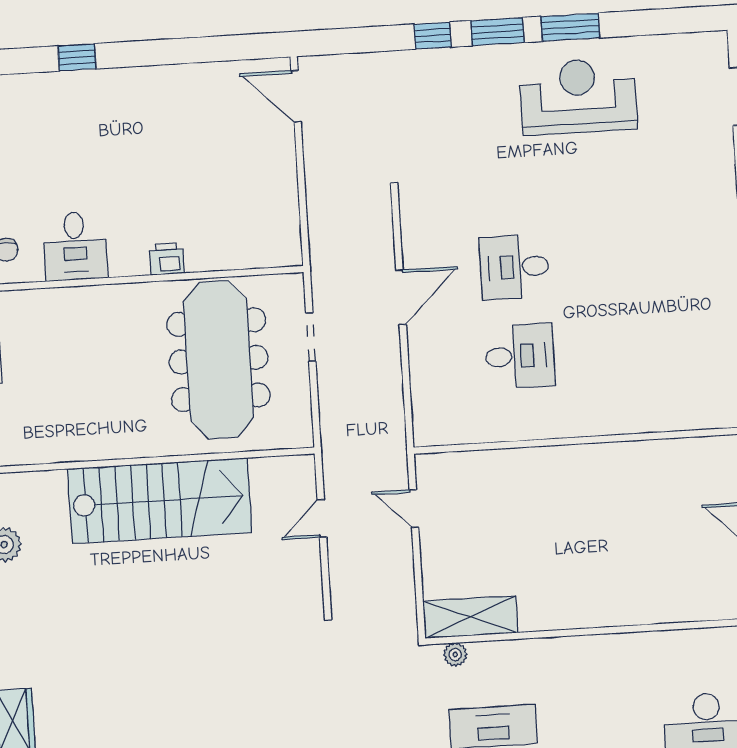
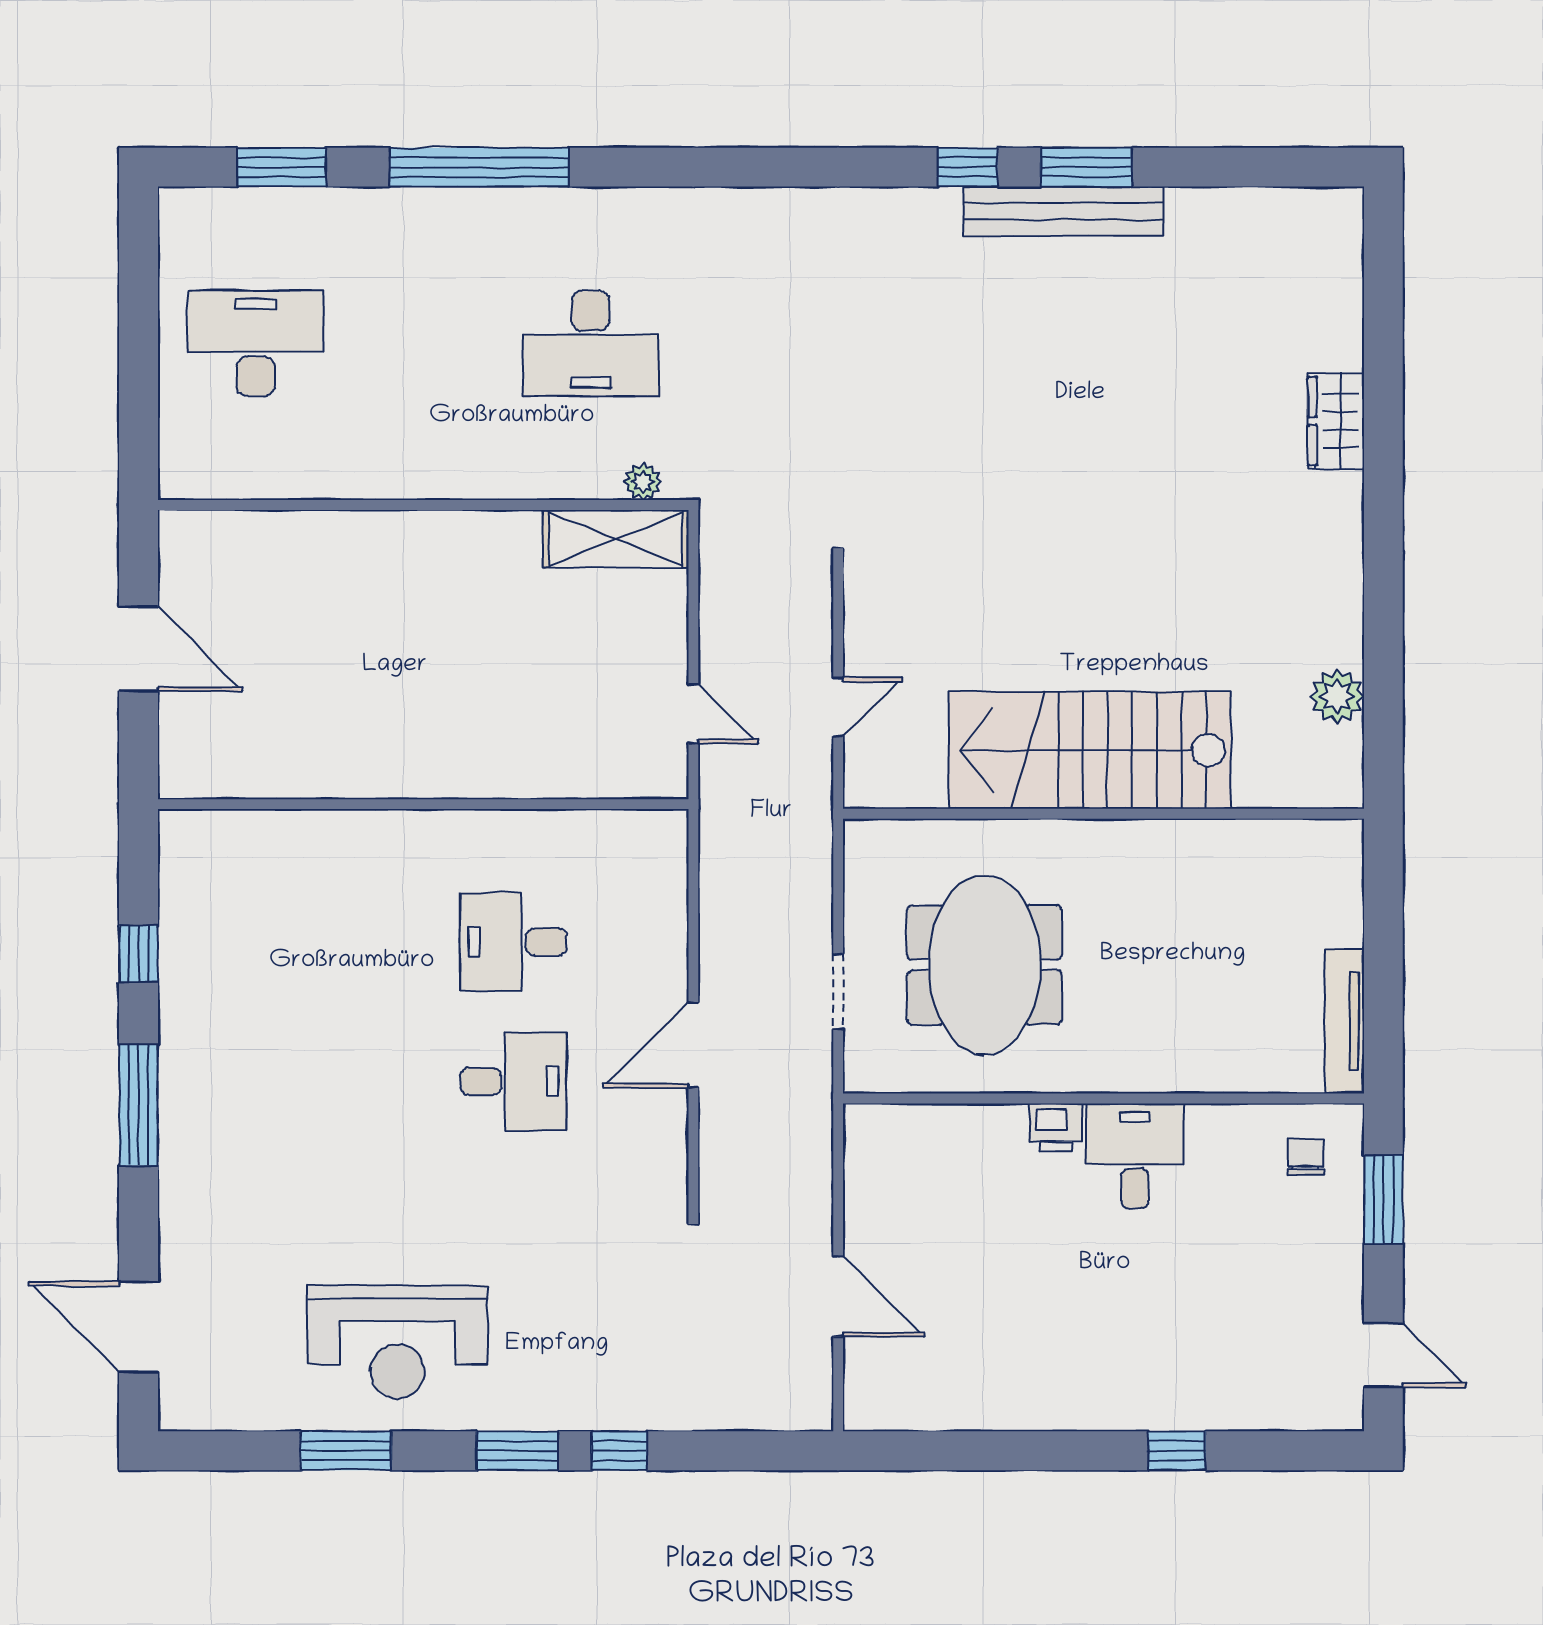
window: (570, 27) -> (346, 1451), moved
door: (296, 96) -> (838, 1296), moved
desk: (75, 246) -> (1135, 1156), moved
meeting table: (218, 360) -> (984, 965), width x0.73

